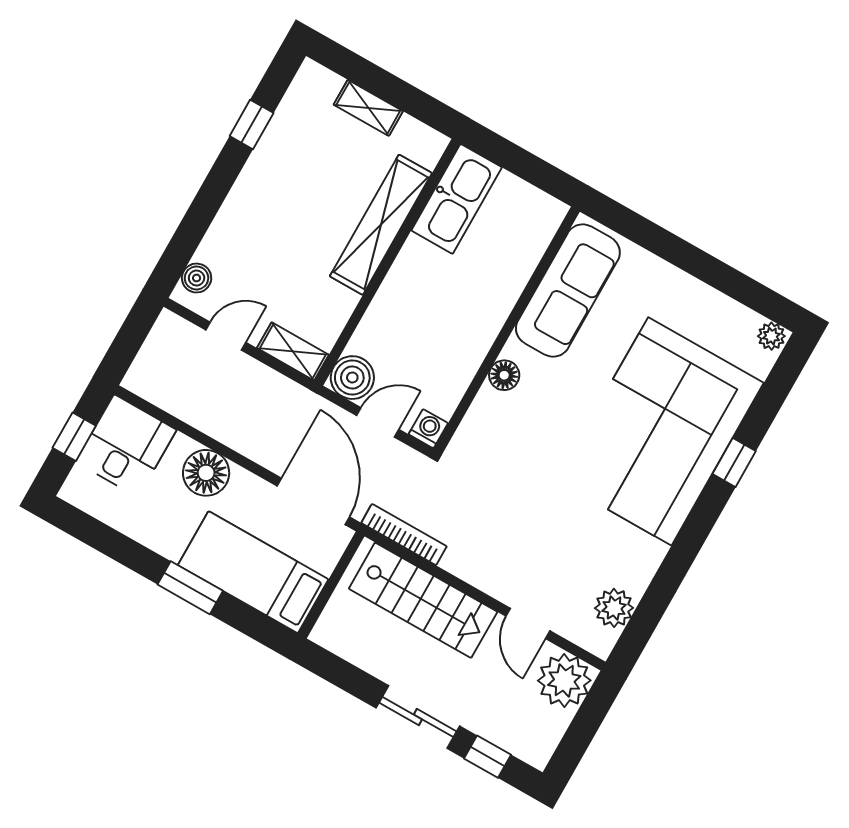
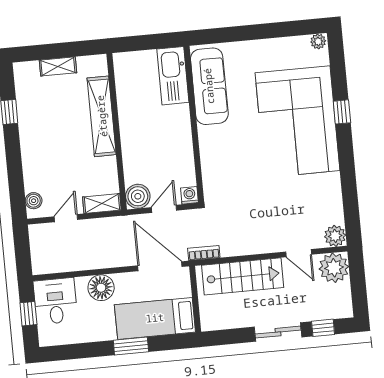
kitchen sink: (457, 199) -> (173, 76), moved, turned 180
floor lamp: (504, 375) -> (207, 146), removed
bookcase: (404, 535) -> (204, 253), width x0.64
plant: (614, 608) -> (335, 236), moved

